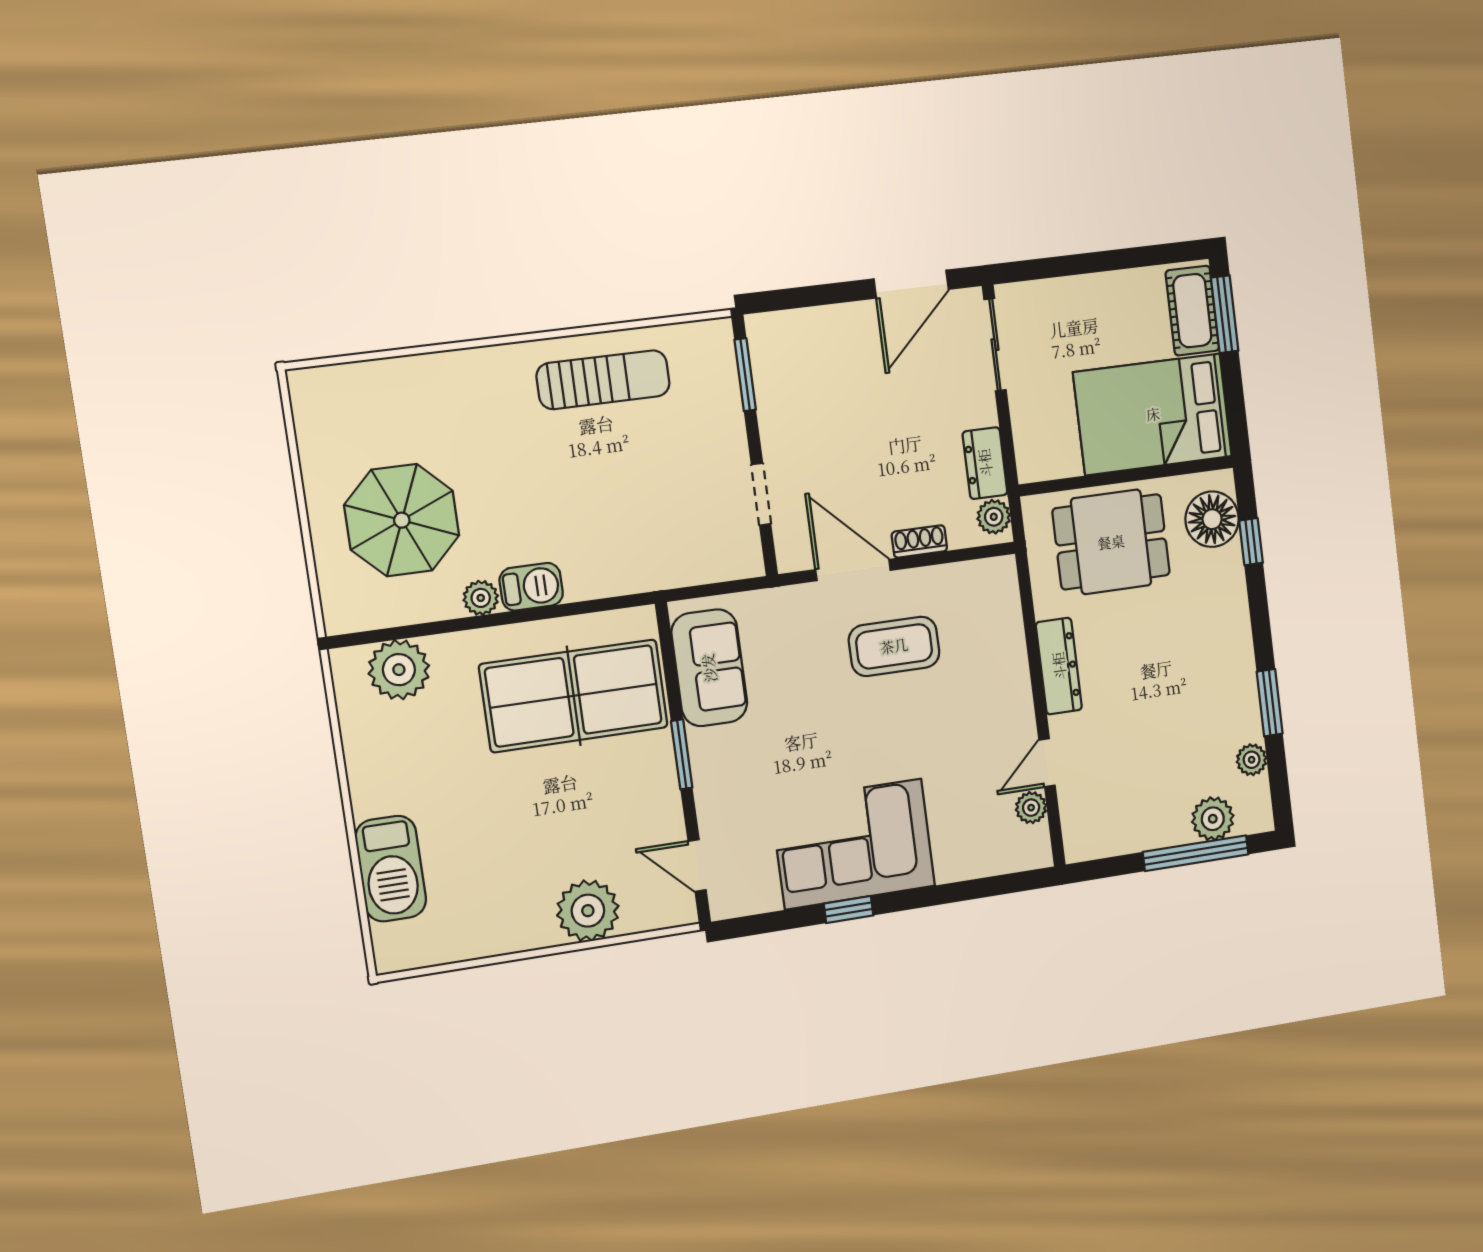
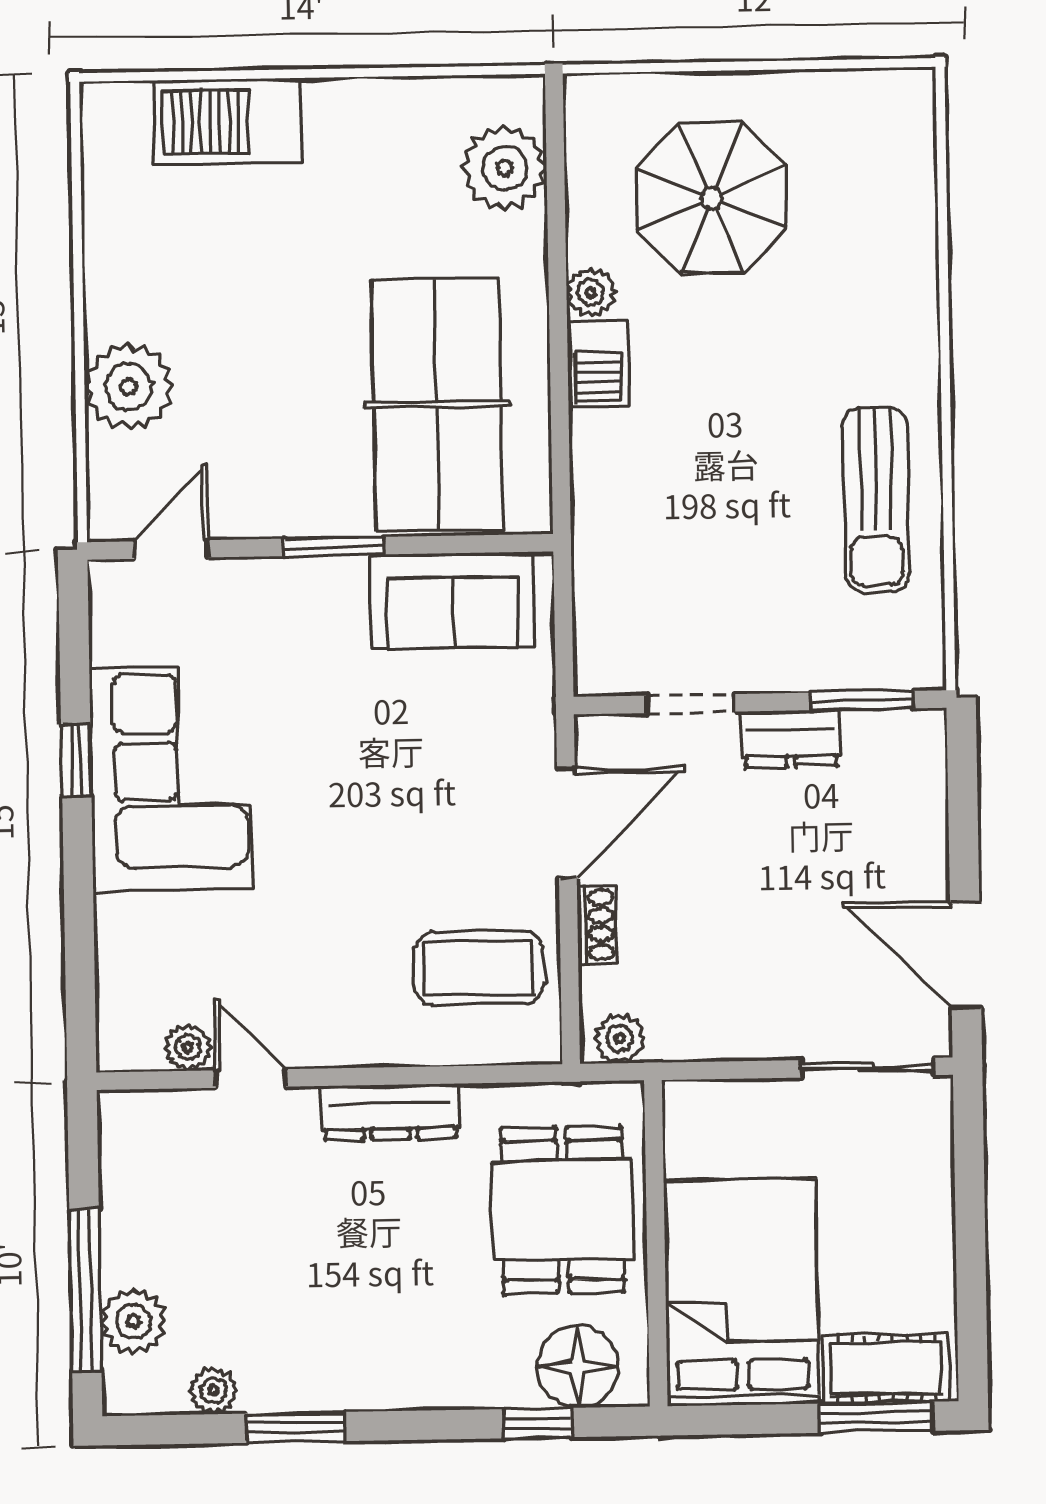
dresser: (985, 463) -> (791, 738), moved, turned 180
coffee table: (894, 646) -> (479, 968), moved, turned 90

